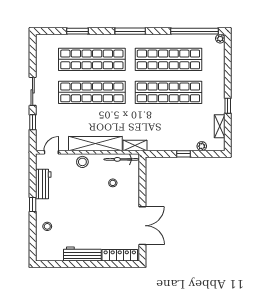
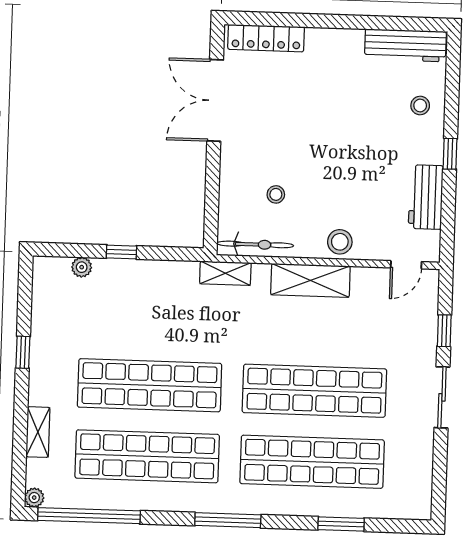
shelving: (220, 126) -> (38, 432), moved
shelving: (95, 144) -> (310, 280), width x0.68
workbench: (82, 254) -> (405, 45), moved

